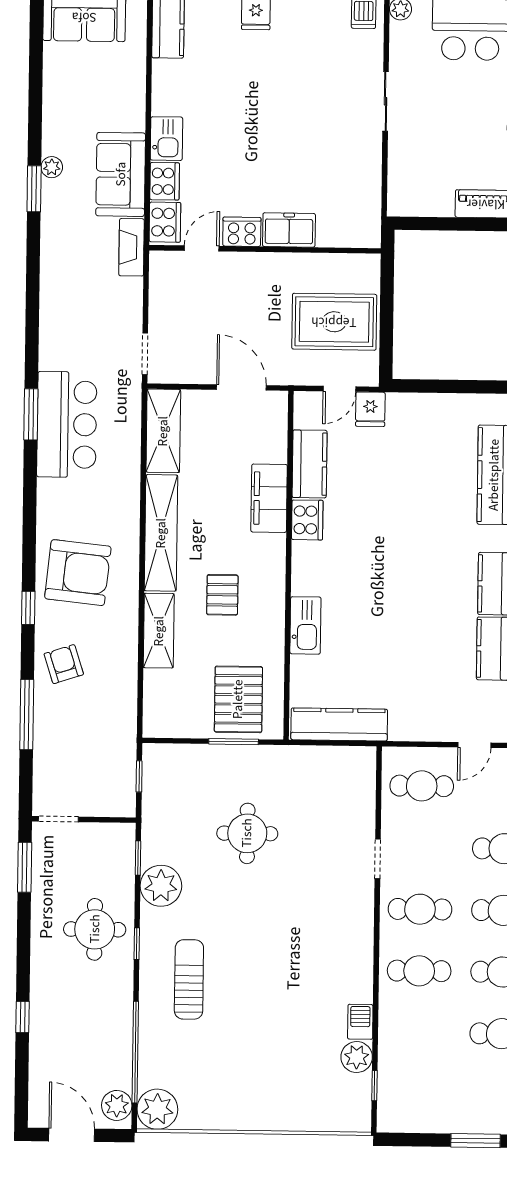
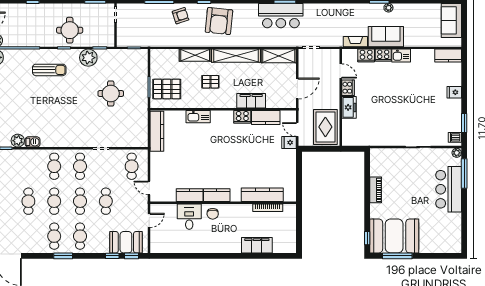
freezer: (289, 230) -> (349, 107), moved
cooker: (242, 232) -> (348, 88), moved
door: (202, 248) -> (341, 71), moved
wall: (265, 249) -> (341, 97), moved

